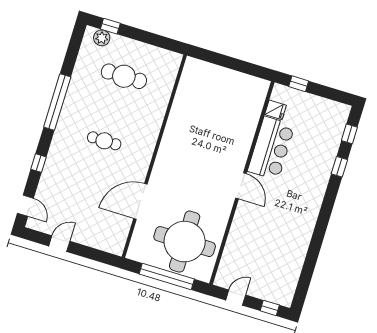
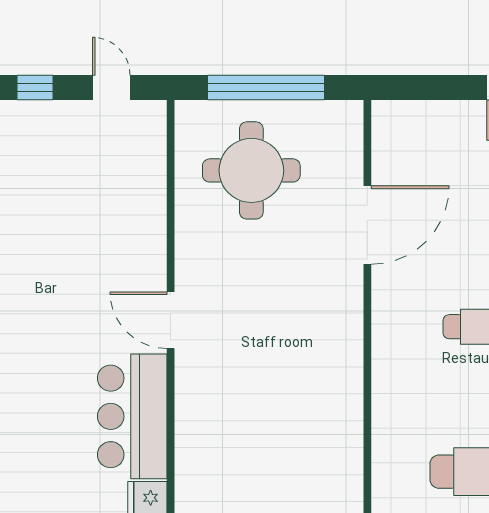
round table: (185, 242) -> (251, 170), width x0.73, depth x0.73
door: (236, 298) -> (111, 88), swing flipped

